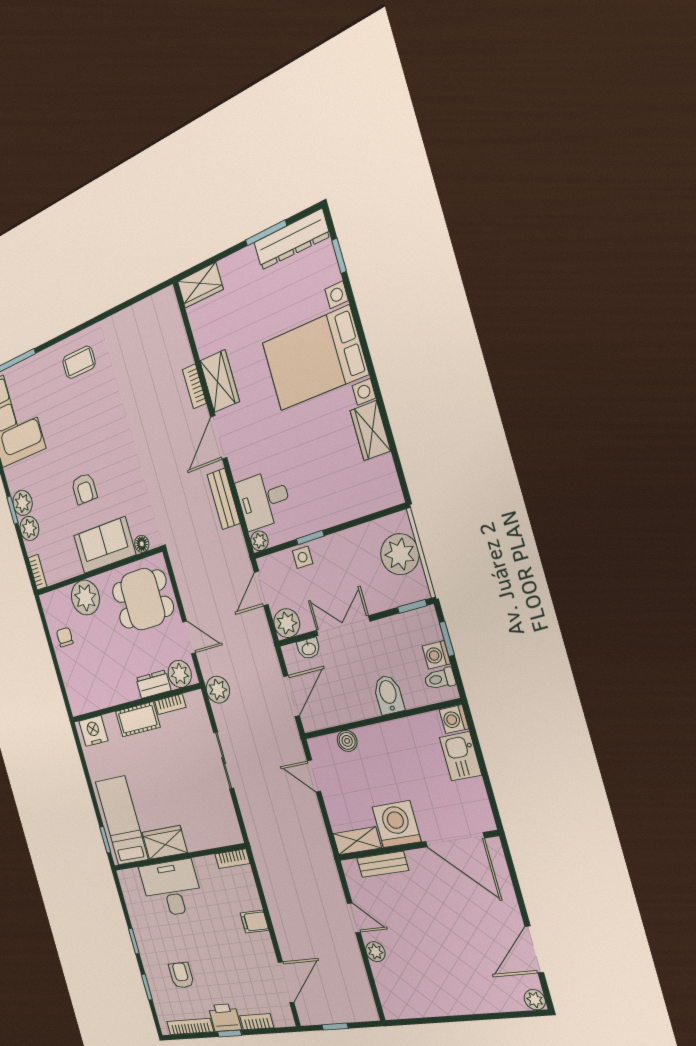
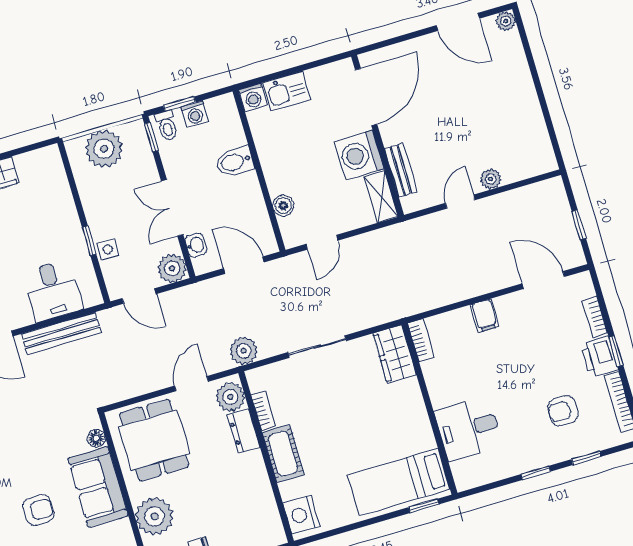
bench: (224, 499) -> (61, 333), width x1.36
plant: (259, 541) -> (92, 297), removed
toilet: (440, 679) -> (167, 126), moved
wardrobe: (165, 843) -> (395, 354), moved
desk: (171, 888) -> (468, 428), width x0.73

